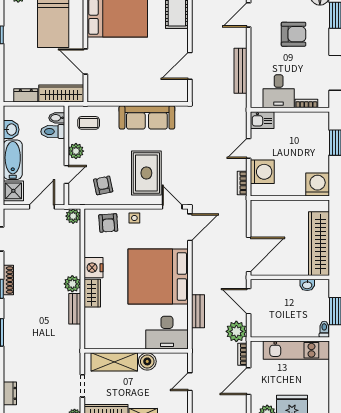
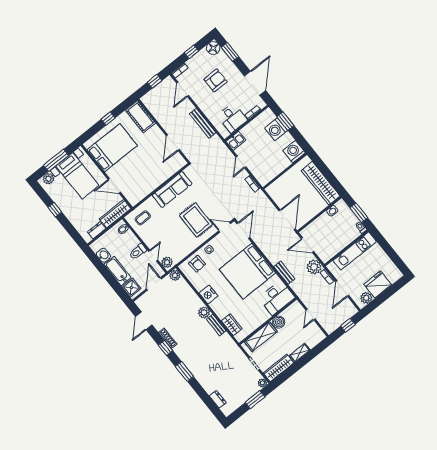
toilet: (53, 132) -> (138, 252), moved
plant: (76, 151) -> (167, 262), moved
washing machine: (262, 172) -> (276, 129), moved, turned 180
armchair: (103, 185) -> (178, 246), removed
wardrobe: (92, 293) -> (232, 325), moved

